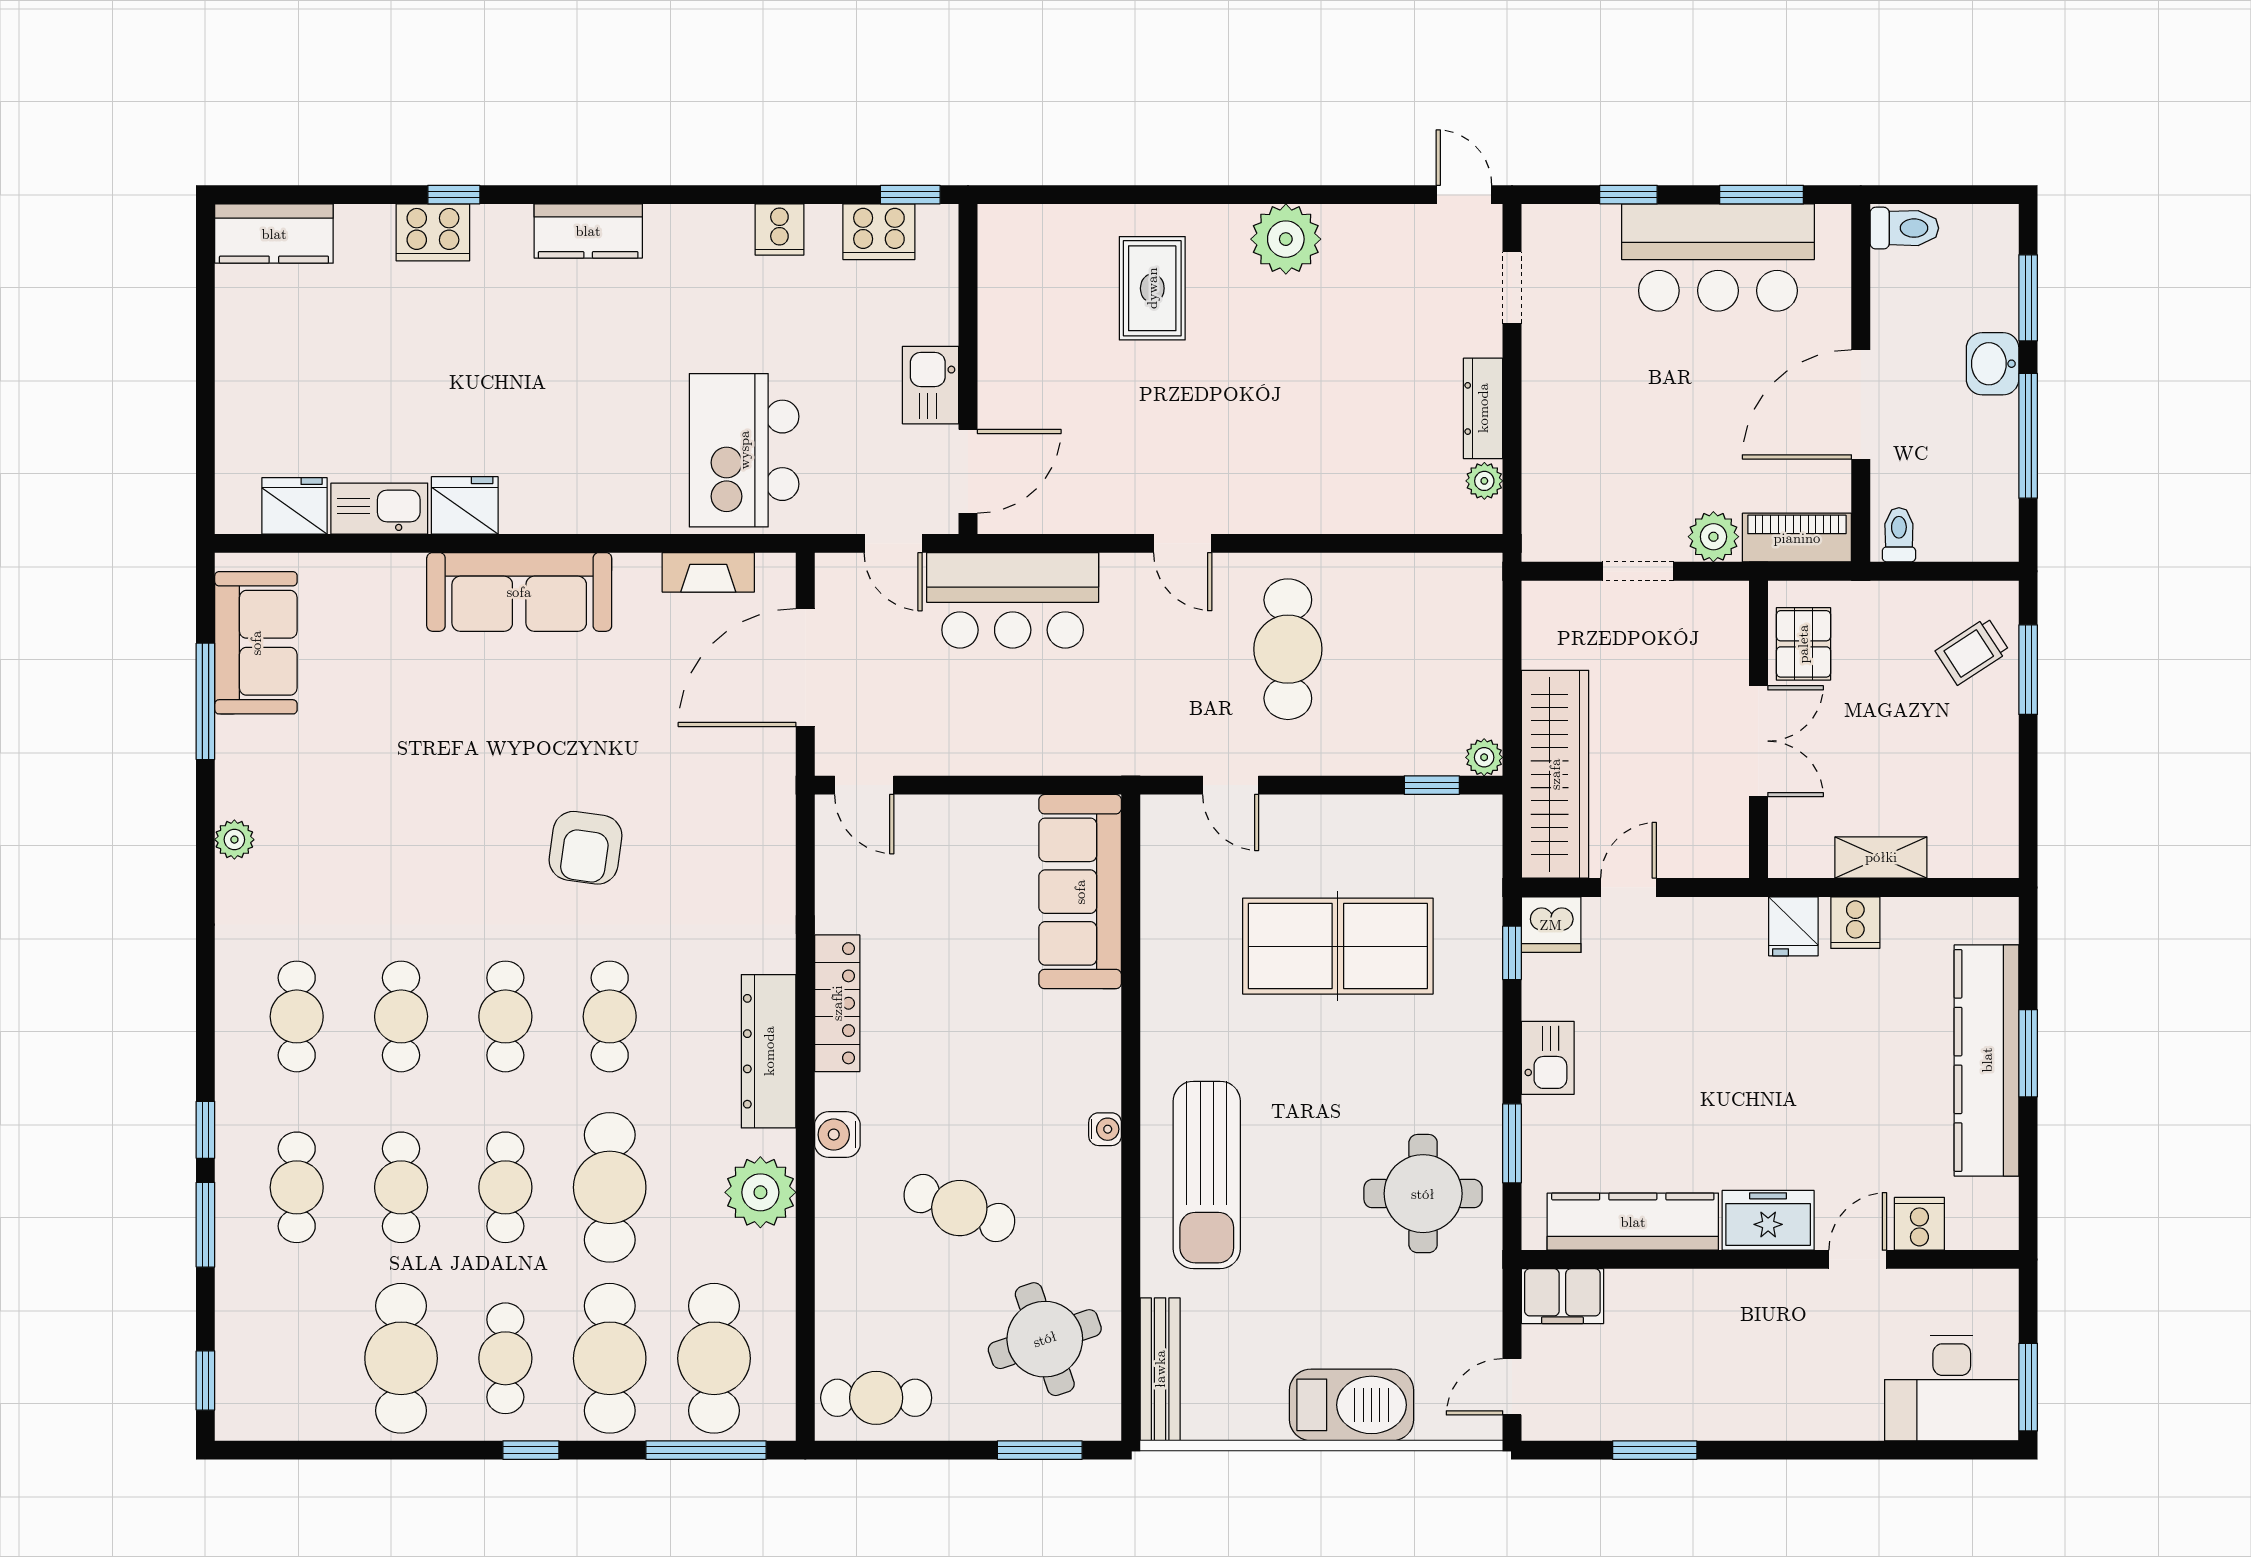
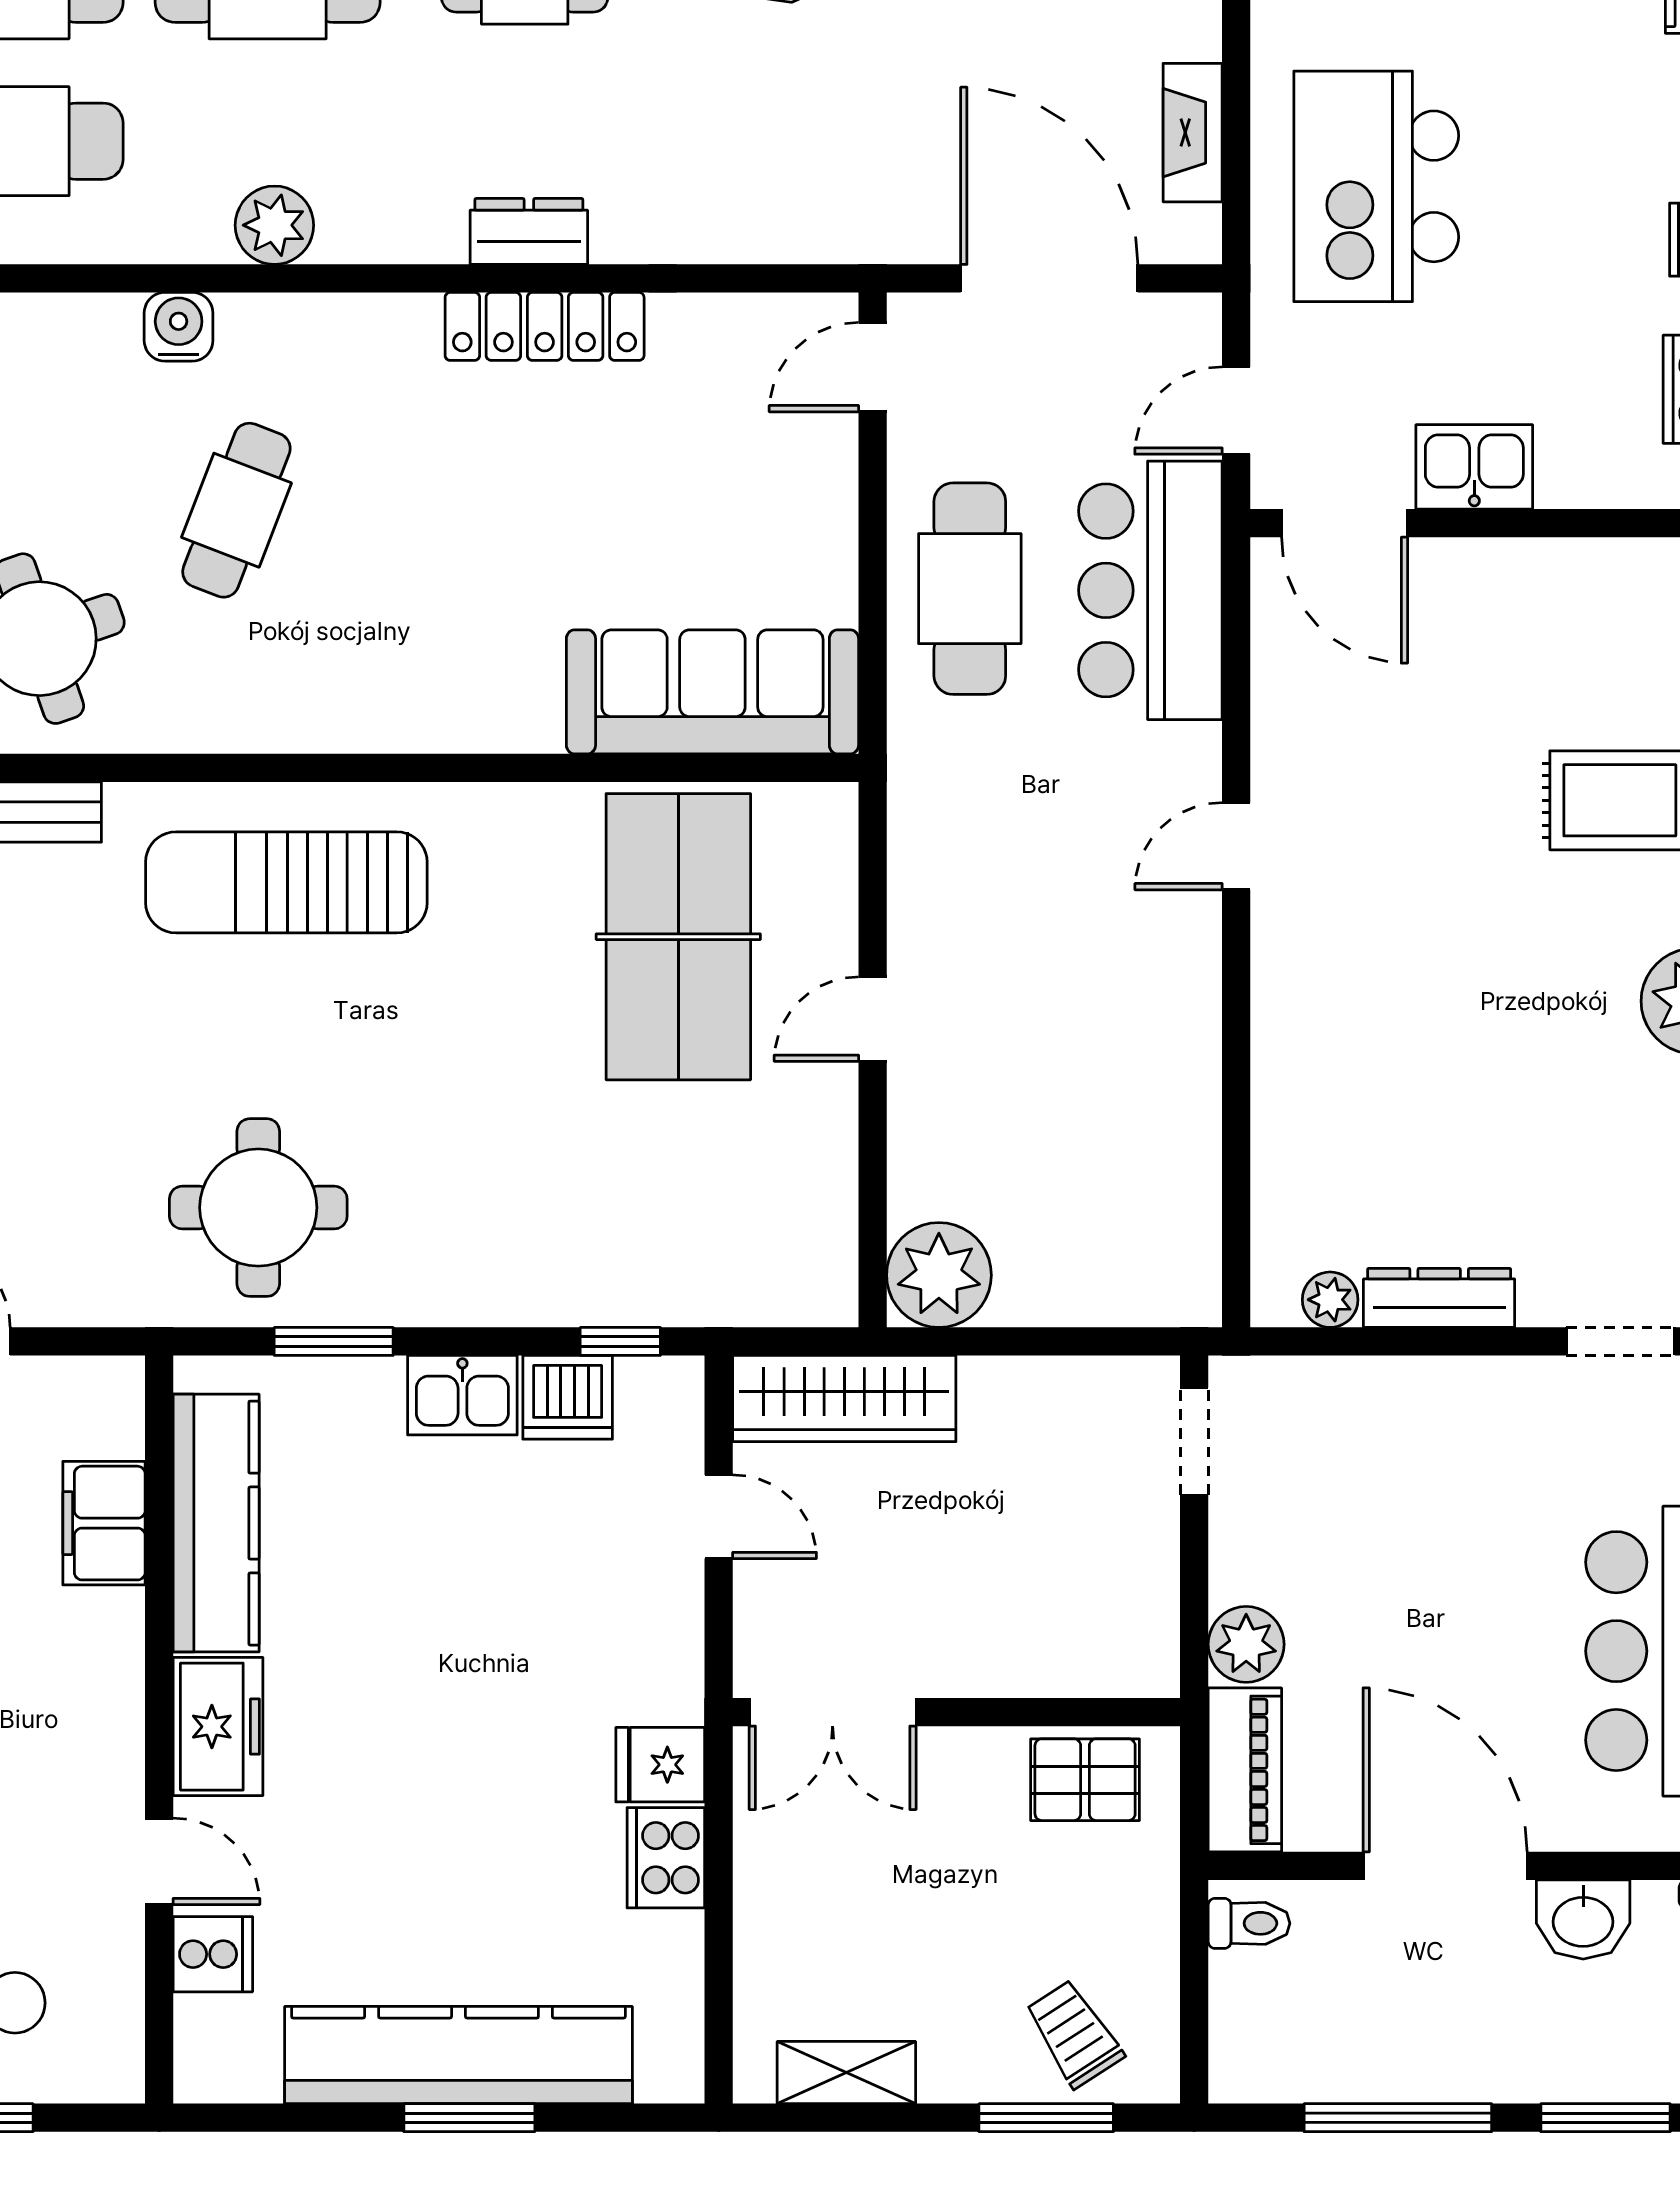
washbasin: (1993, 364) -> (1583, 1919), moved, turned 180
kitchen island: (744, 450) -> (1376, 186), turned -90
doorway: (1638, 571) -> (1194, 1441), moved
cafe table: (1288, 649) -> (970, 589), moved, turned 90
double door: (1758, 741) -> (833, 1712), moved
plant: (1484, 757) -> (939, 1275), width x1.87, depth x1.87
wardrobe: (1555, 774) -> (844, 1399), width x0.71, depth x0.85
door: (1231, 785) -> (873, 1019), moved
window: (1432, 785) -> (873, 1221), removed
shelving: (1881, 857) -> (846, 2073), moved, turned 90
cooker: (1855, 923) -> (666, 1858), width x1.36
dishwasher: (1551, 925) -> (568, 1397), moved, turned -90
table tennis table: (1338, 946) -> (678, 937), moved
dresser: (769, 1051) -> (529, 231), width x0.51, depth x0.80
water cooler: (1105, 1129) -> (355, 729), removed
water cooler: (837, 1135) -> (179, 327), moved
plant: (760, 1192) -> (274, 225), width x0.73, depth x0.73
filing cabinet: (1562, 1296) -> (104, 1523), moved

